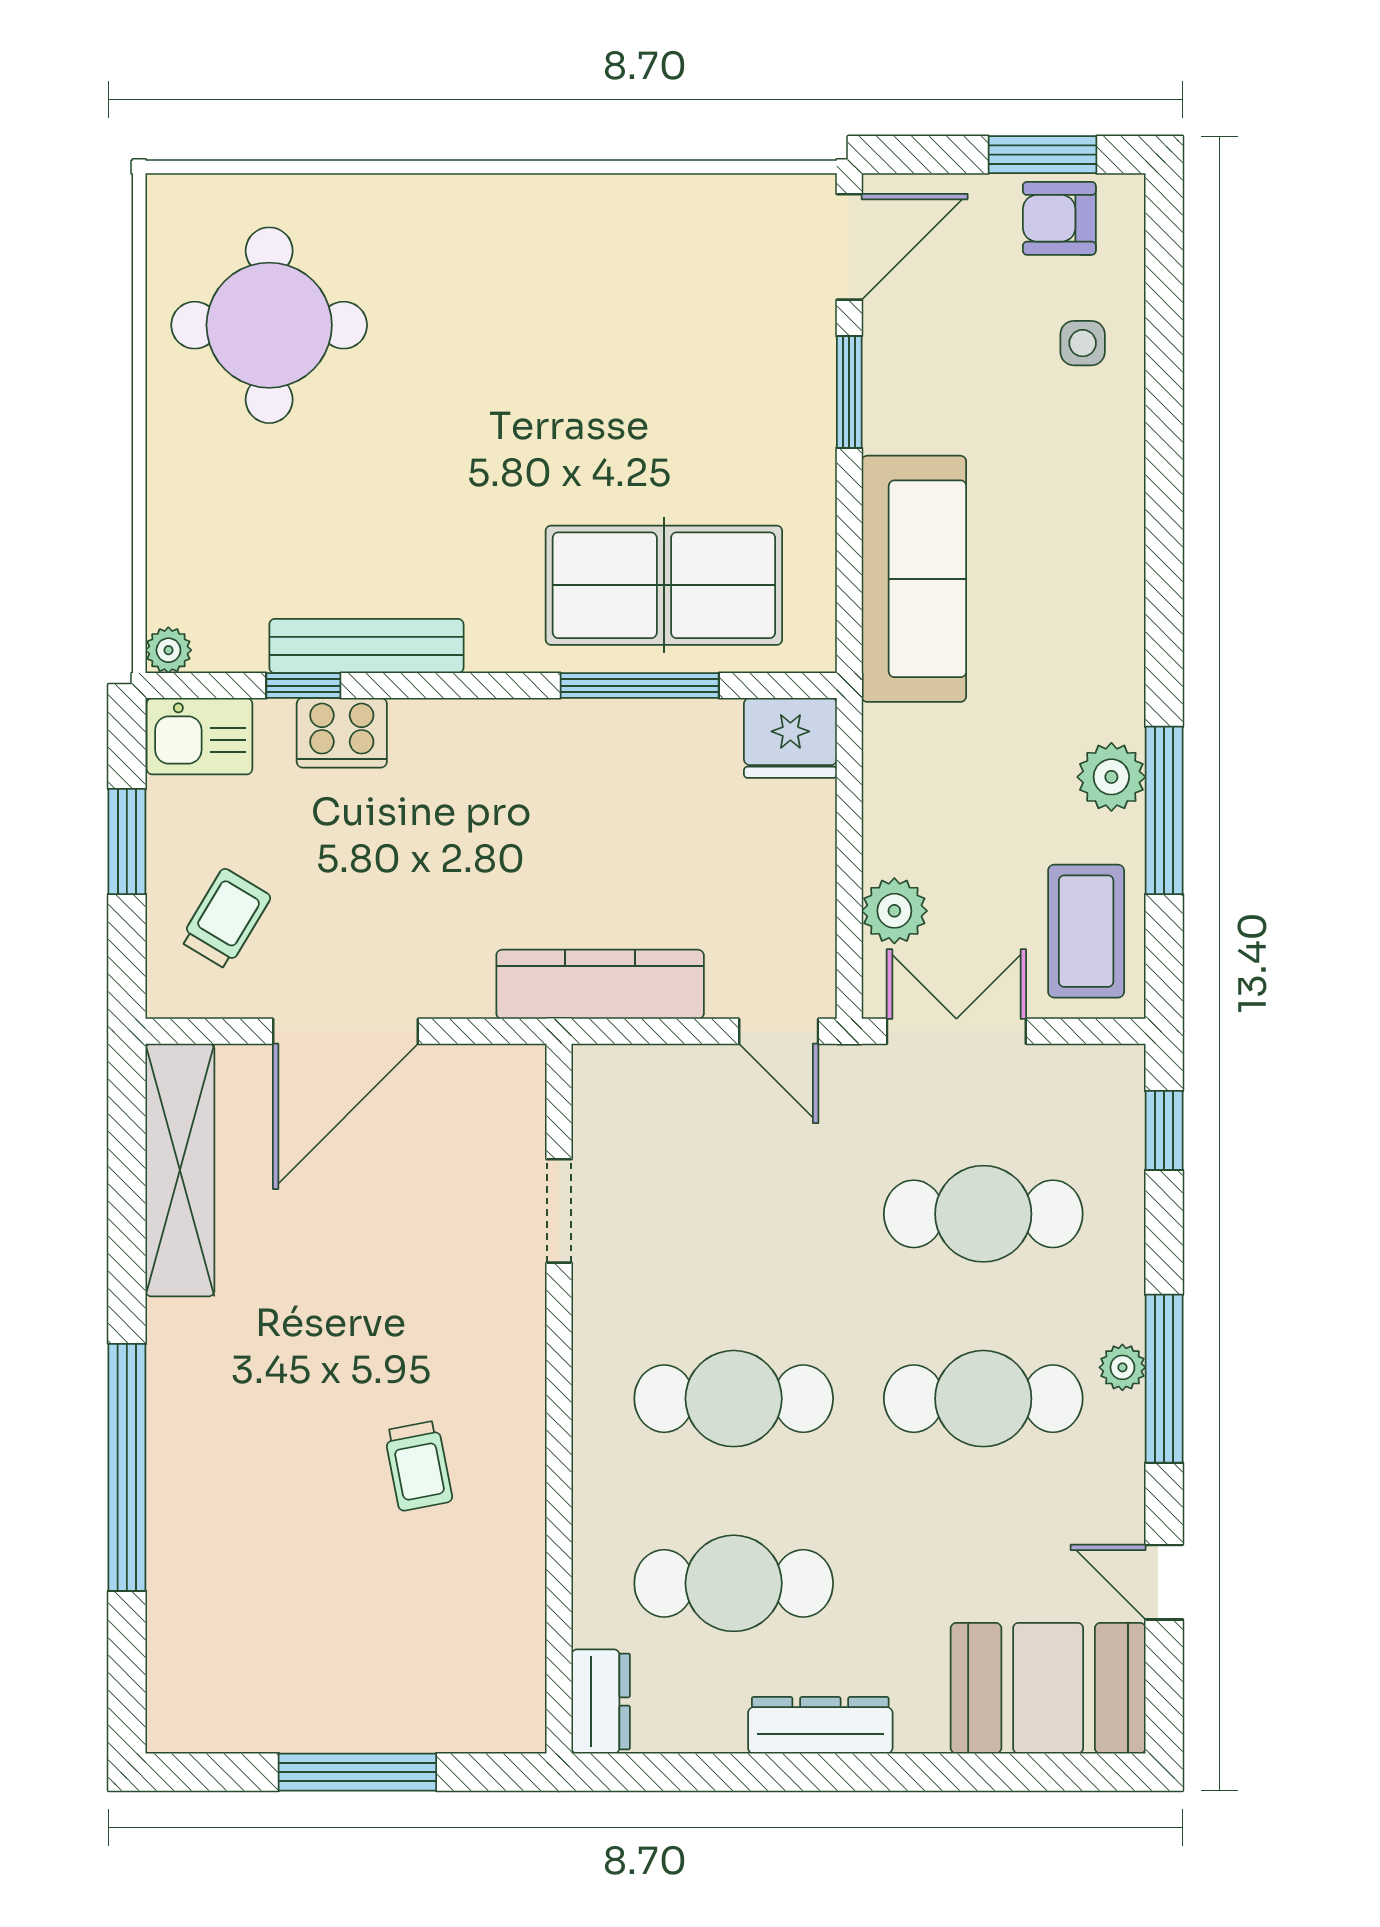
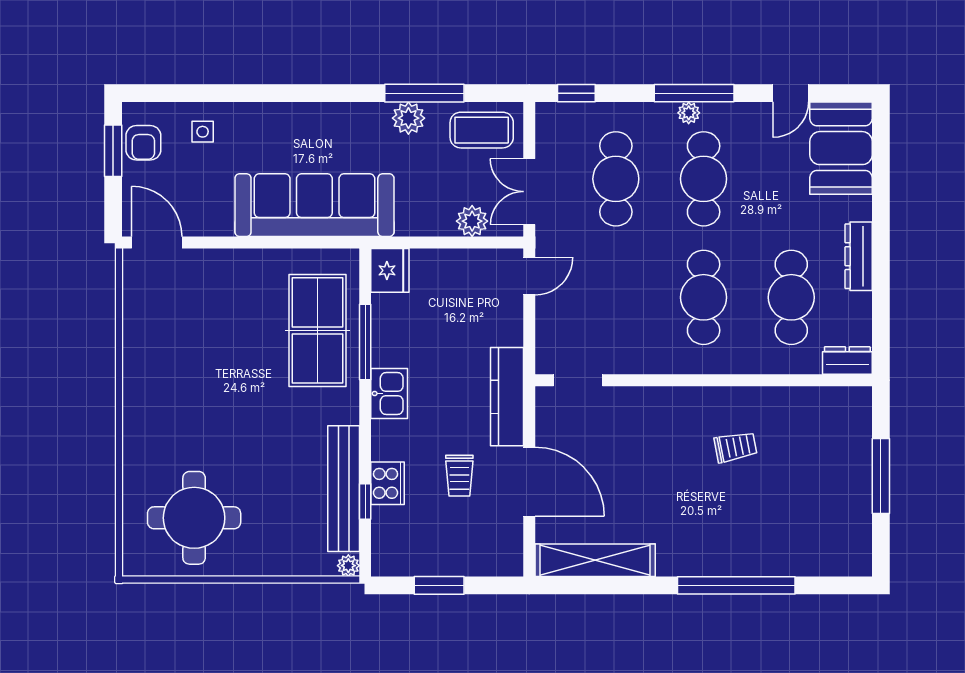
window: (849, 392) -> (226, 243), removed
sofa: (914, 579) -> (314, 205), width x1.36, depth x1.27
bench: (366, 646) -> (344, 489), width x1.37, depth x1.21
kitchen sink: (199, 736) -> (389, 393), moved
trolley: (225, 919) -> (459, 476), moved, turned -121
kitchen counter: (600, 984) -> (507, 397), moved
doorway: (559, 1211) -> (578, 380), moved

